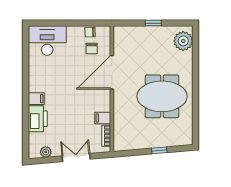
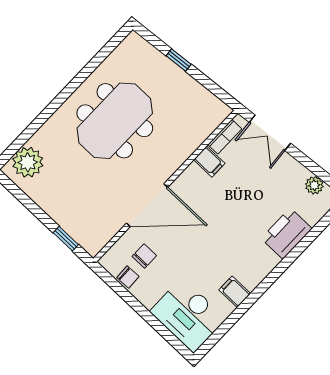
window: (153, 23) -> (66, 239), moved
meeting table: (162, 96) -> (115, 121), turned 90
filing cabinet: (36, 99) -> (235, 292), moved
double door: (76, 158) -> (270, 133), moved

